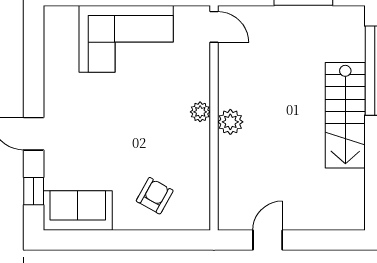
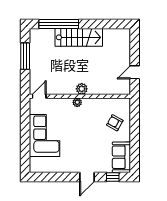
door: (268, 240) -> (135, 72), hinge flipped

